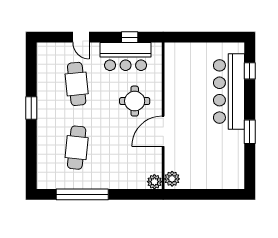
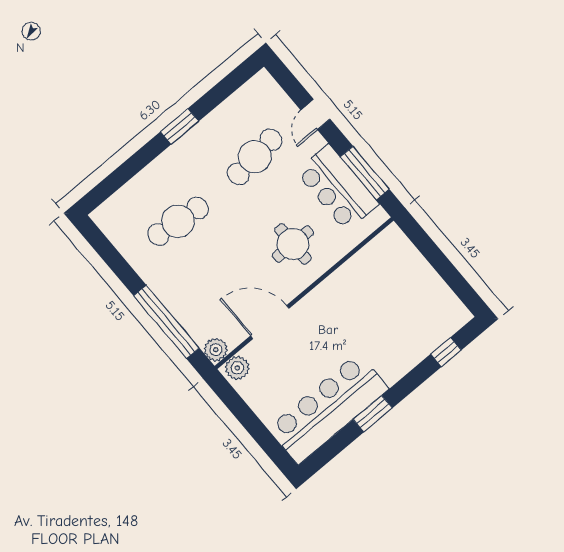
window: (130, 37) -> (365, 173), width x2.17
bar counter: (229, 91) -> (328, 409), moved
door: (163, 131) -> (270, 322), moved
window: (82, 194) -> (166, 322), moved

